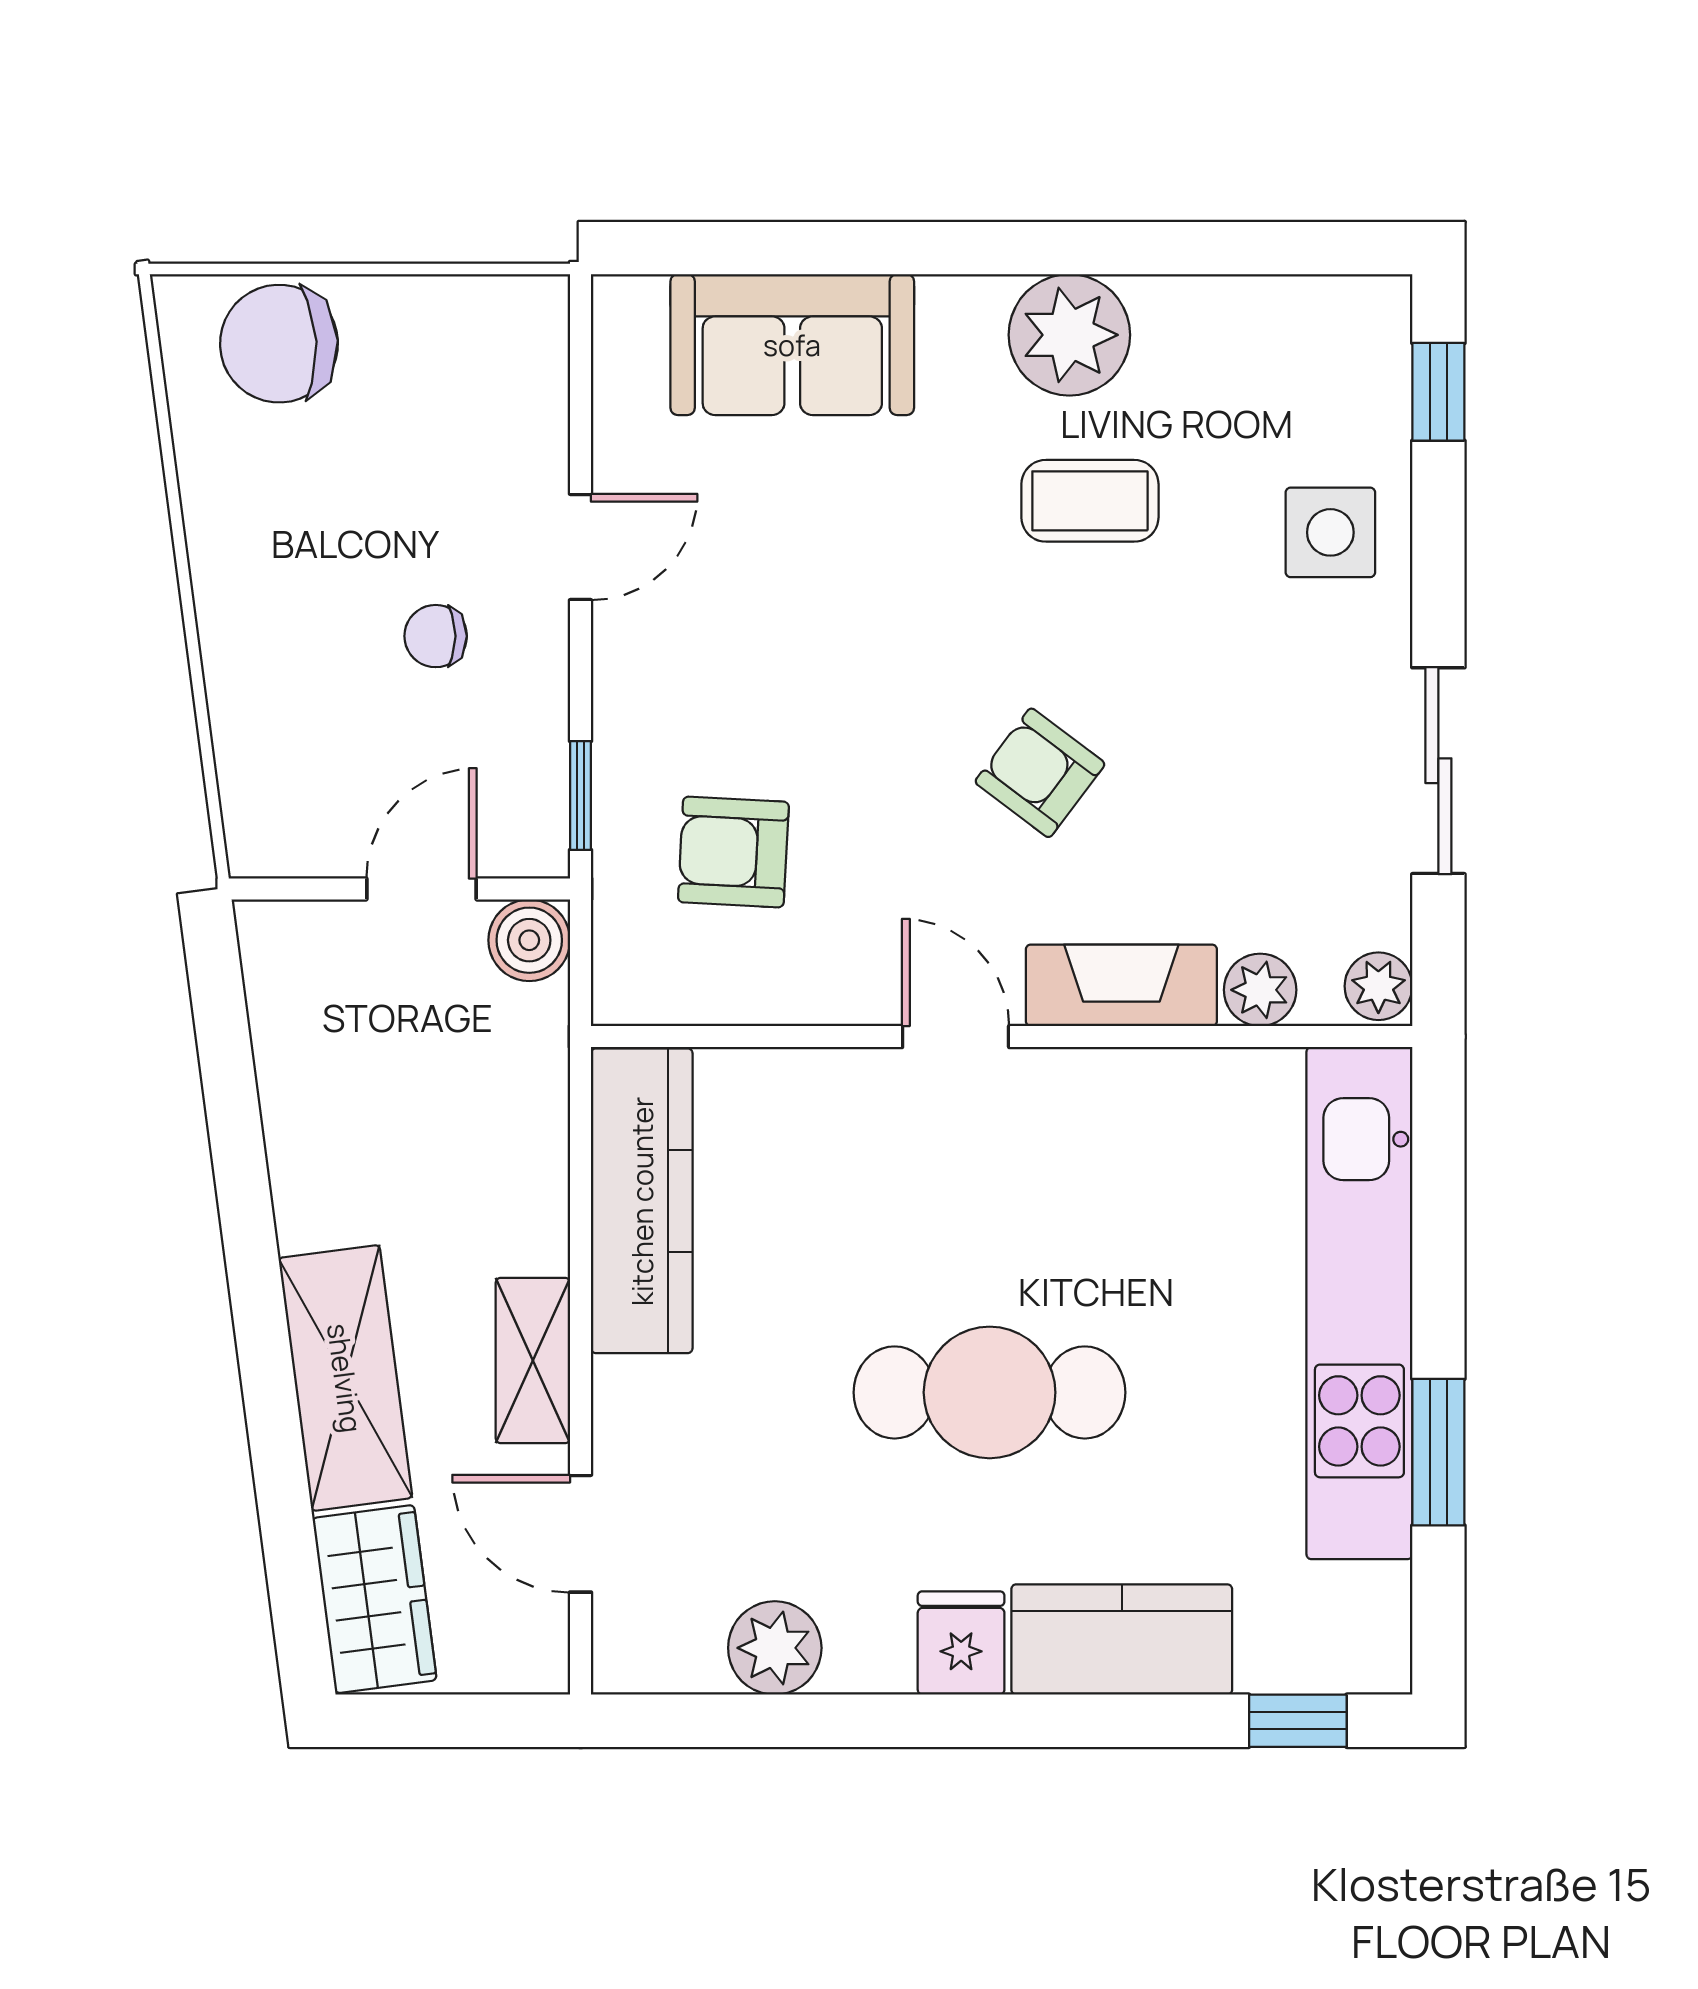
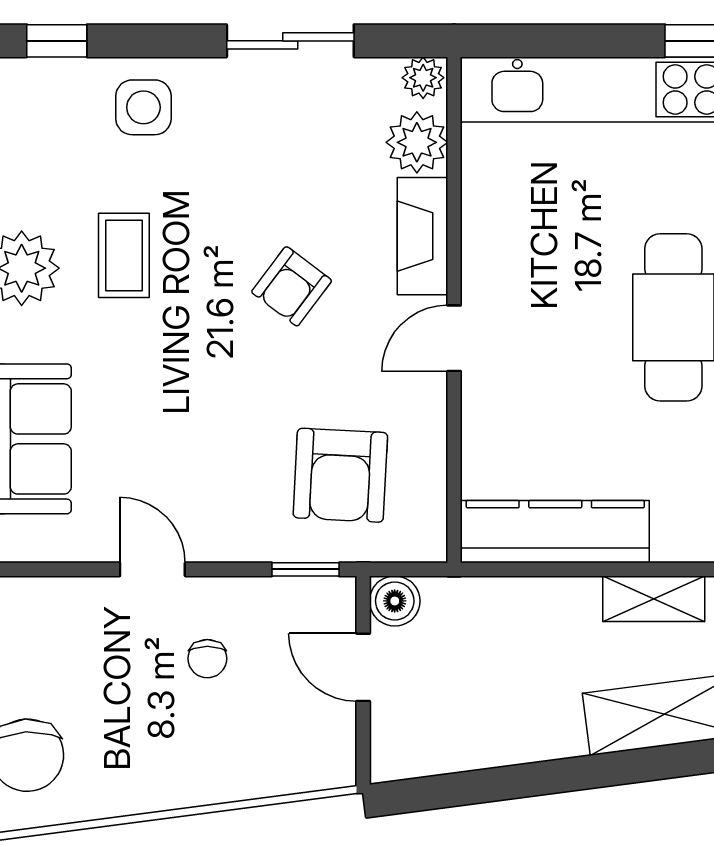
armchair: (733, 852) -> (340, 475), width x1.38, depth x1.38
plant: (1260, 990) -> (417, 142), width x1.38, depth x1.38

